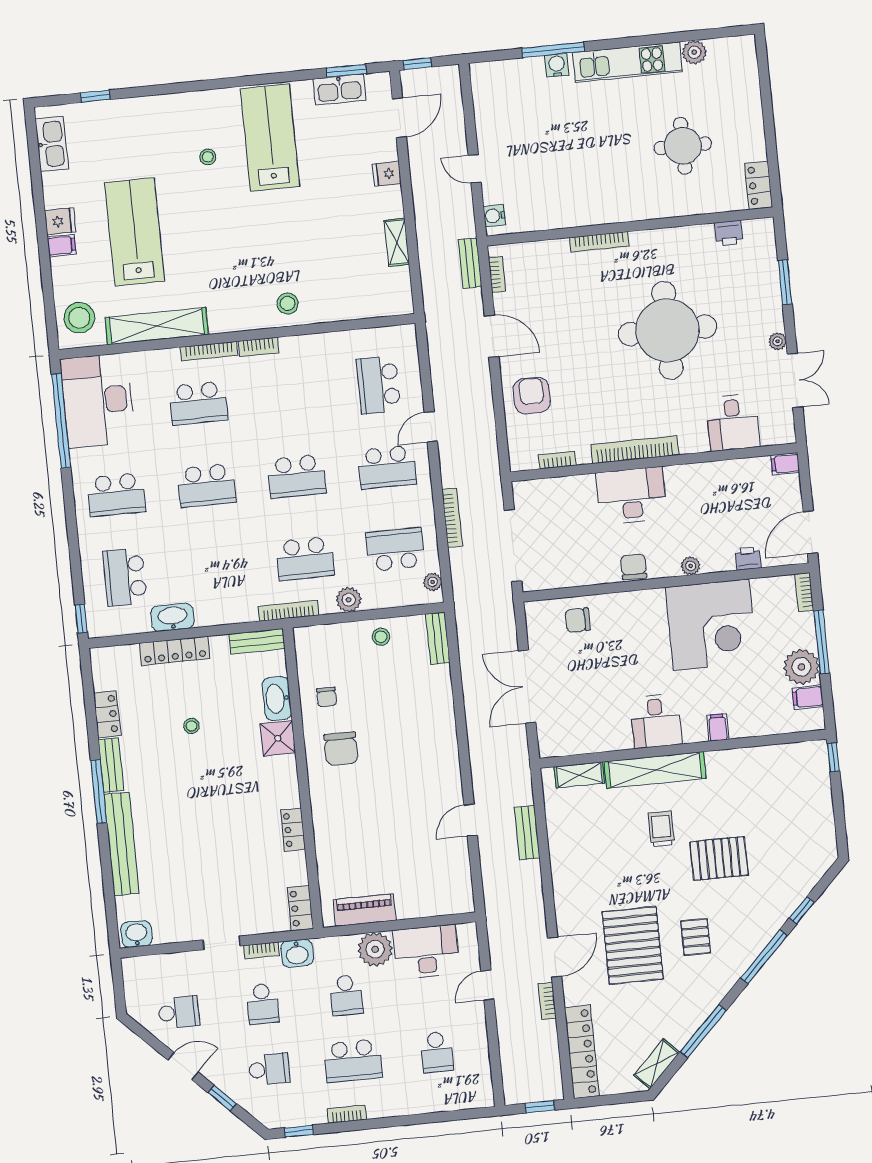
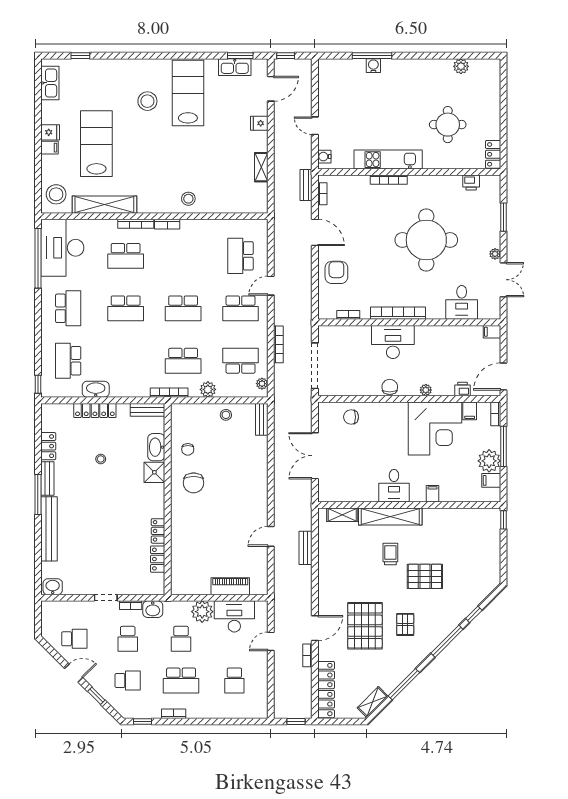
kitchen unit: (627, 62) -> (388, 160), moved, turned 180
stool: (208, 157) -> (147, 101), width x1.89, depth x1.89
school desk: (117, 495) -> (68, 308), turned -90
filing cabinet: (763, 592) -> (470, 411), added
locker: (300, 908) -> (158, 559), moved
piano: (365, 910) -> (230, 586), moved

